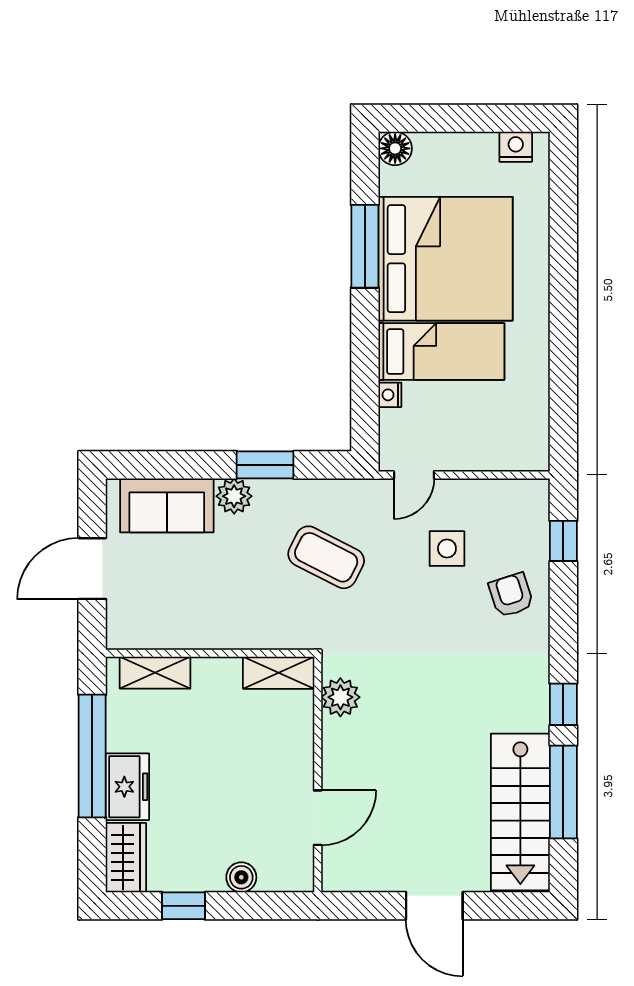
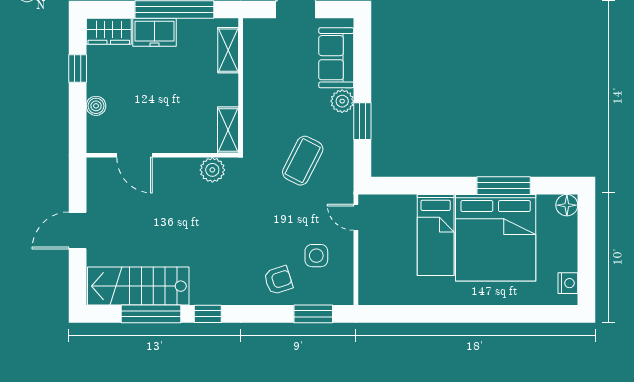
nightstand: (390, 395) -> (408, 202), removed
window: (563, 541) -> (313, 314), width x1.50
side table: (447, 549) -> (316, 256), moved

